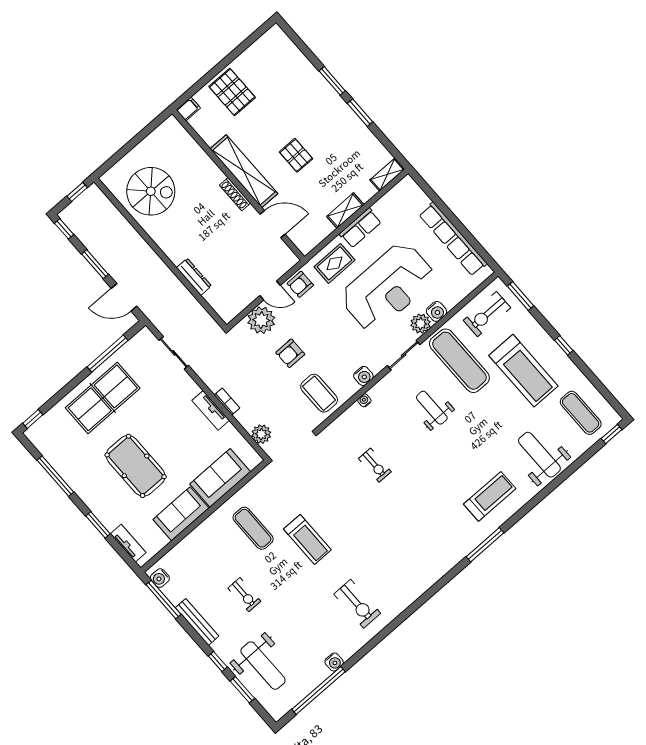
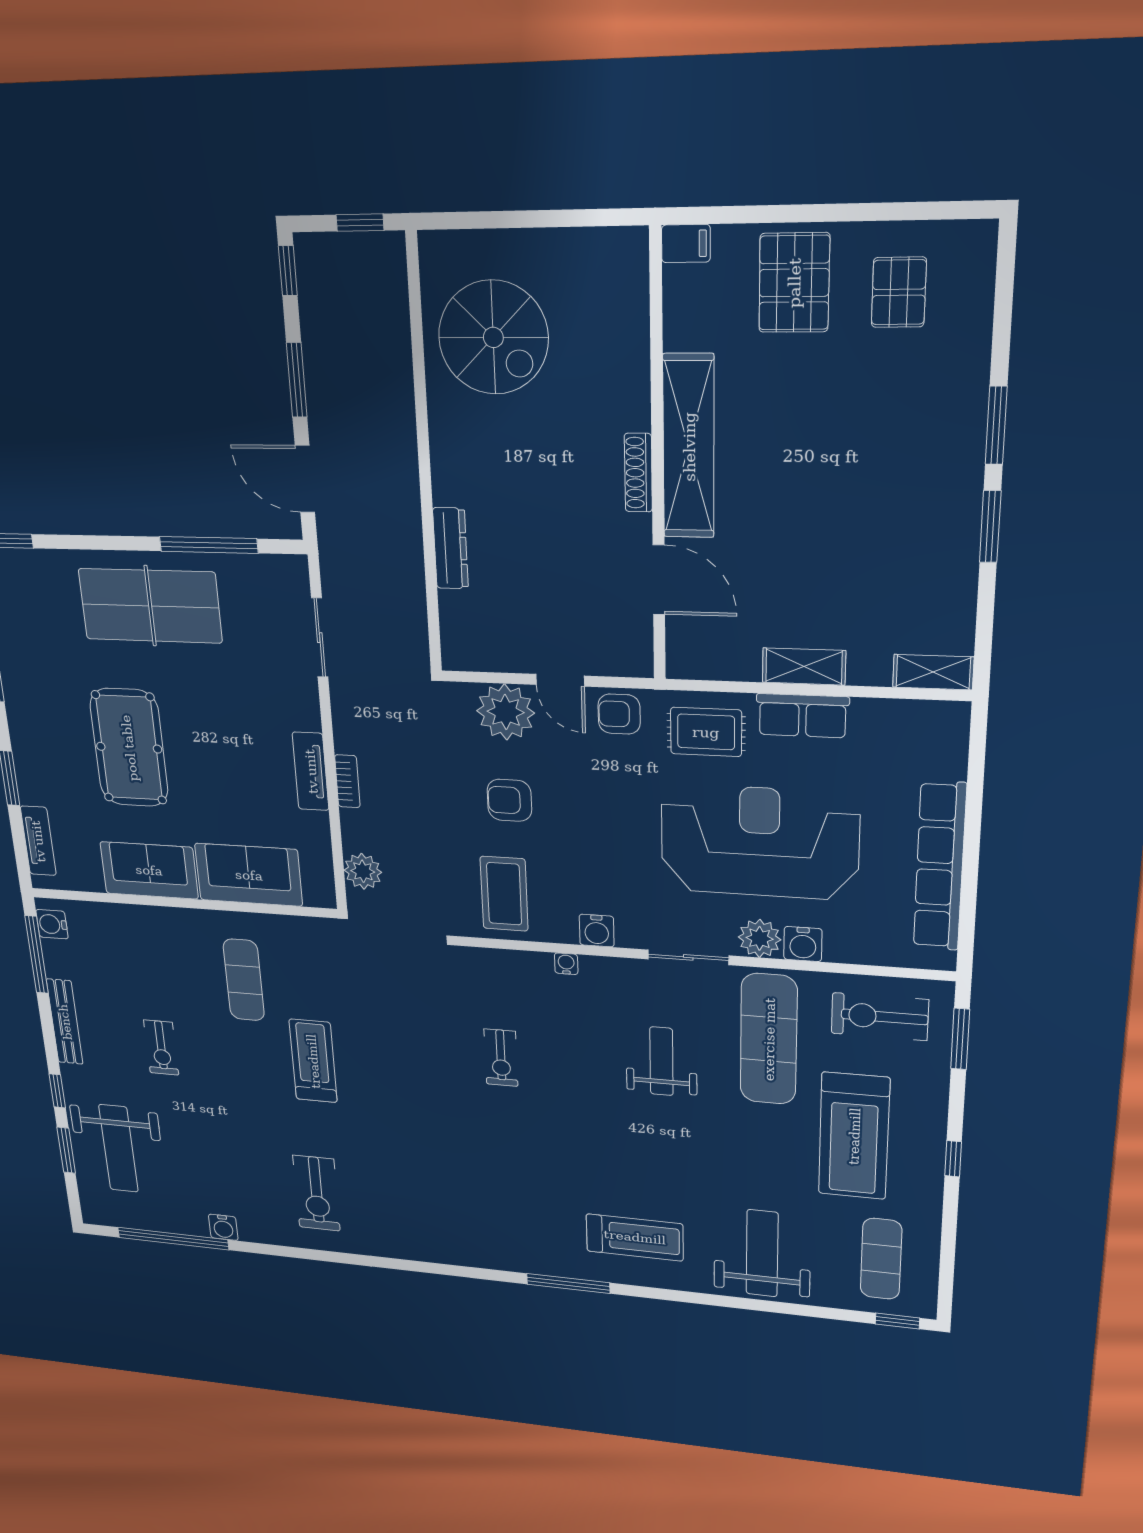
pallet: (296, 155) -> (899, 292), moved
reception desk: (388, 287) -> (759, 842), turned 180
treadmill: (307, 539) -> (313, 1061), turned 180

